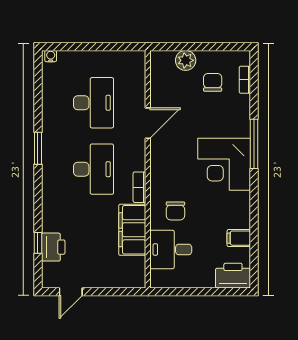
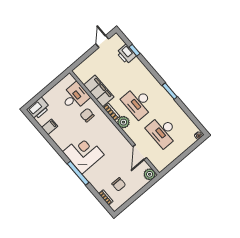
plant: (186, 60) -> (150, 174), moved
door: (148, 123) -> (140, 152), moved
plant: (135, 160) -> (123, 122), added

